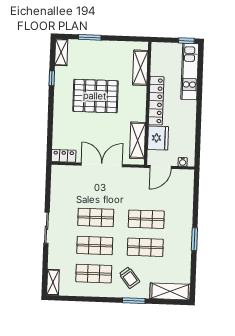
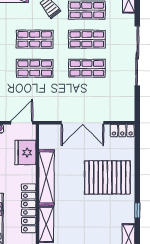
pallet: (95, 96) -> (107, 177), moved
locker: (156, 101) -> (29, 208), moved
shelving: (138, 140) -> (46, 177), moved, width x1.47
sliding door: (47, 228) -> (137, 56), width x1.86

